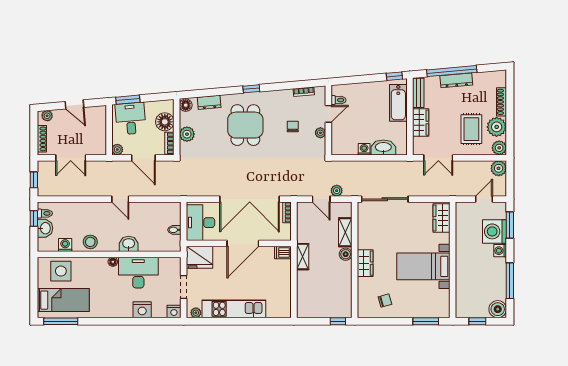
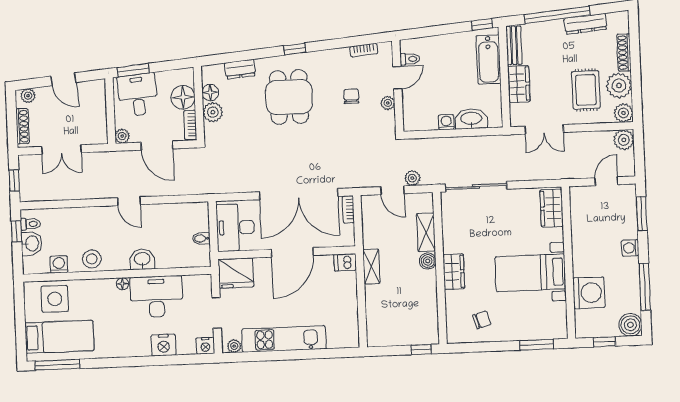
dresser: (456, 80) -> (585, 24), moved
floor lamp: (186, 105) -> (210, 93), moved
washing machine: (495, 231) -> (589, 293), moved, turned 180

